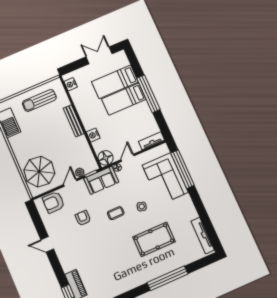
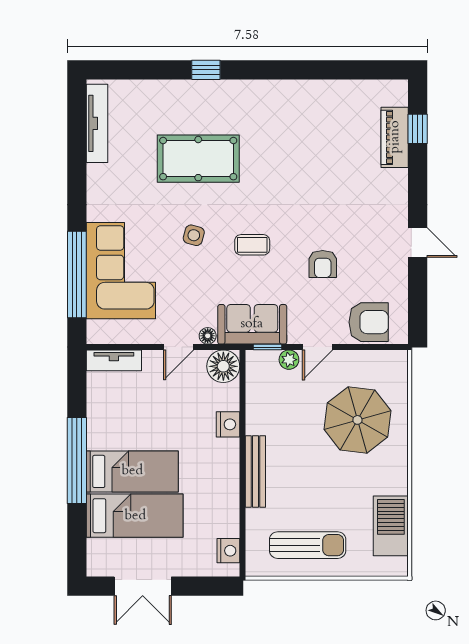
parasol: (39, 172) -> (357, 420), moved
window: (167, 278) -> (206, 70), width x0.32

